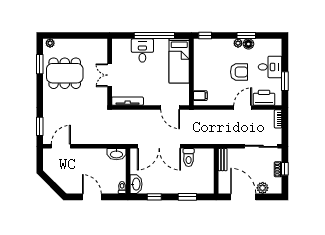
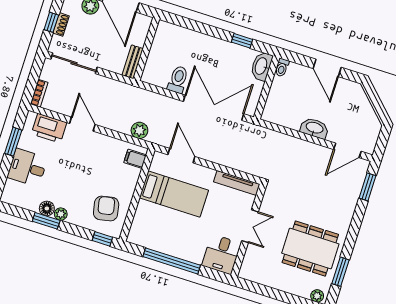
desk: (142, 50) -> (221, 254), moved
bed: (179, 61) -> (174, 194), moved, turned 90
armchair: (239, 72) -> (106, 209), moved, turned 79
door: (243, 108) -> (82, 124), swing flipped
plant: (203, 115) -> (139, 130), added
washbasin: (116, 154) -> (314, 128), moved
window: (187, 197) -> (197, 26), removed

